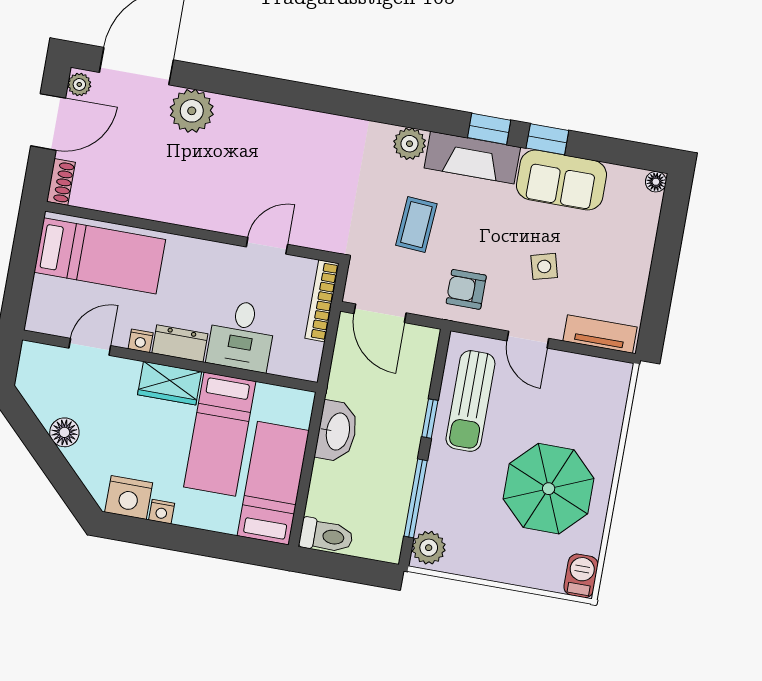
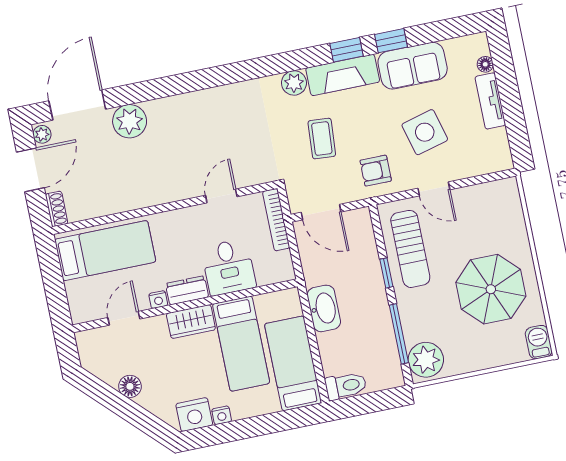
floor lamp: (656, 182) -> (485, 64), moved
side table: (544, 266) -> (425, 132), width x1.87, depth x1.87
tv unit: (600, 334) -> (490, 101), moved, turned -90
plant: (429, 548) -> (426, 360), width x1.36, depth x1.36

